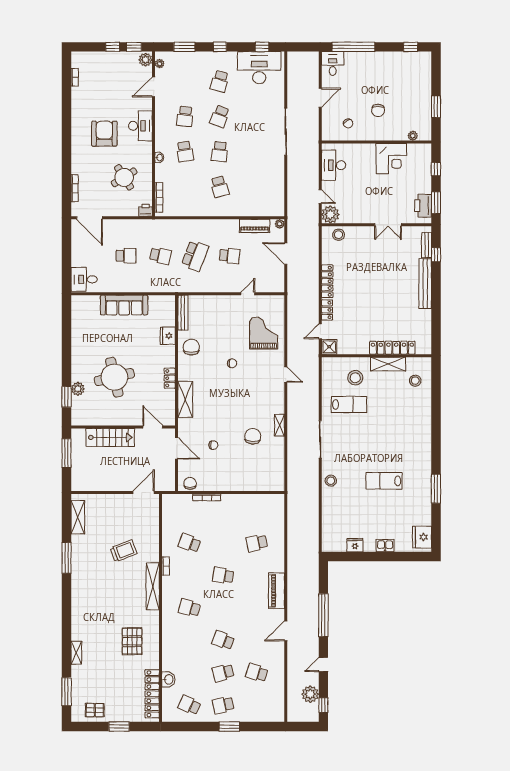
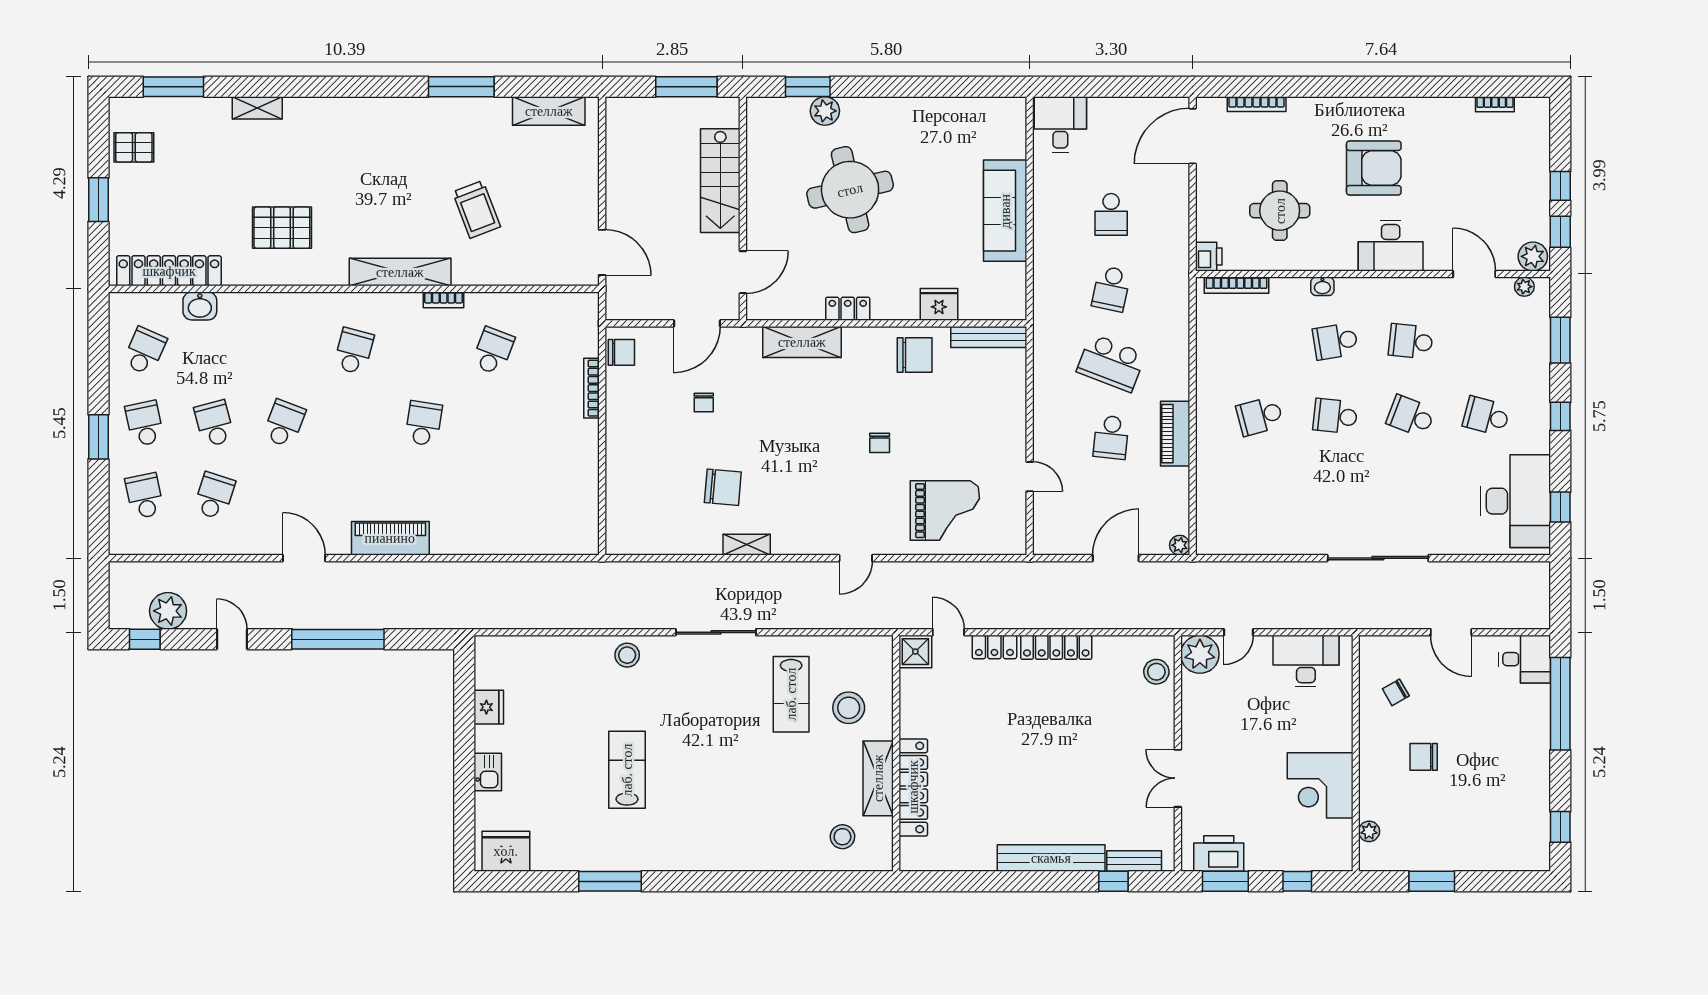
round table: (124, 177) -> (1280, 211), turned 32
piano: (255, 226) -> (1175, 434), moved
school desk: (257, 543) -> (145, 496), moved
pallet: (95, 710) -> (134, 147), turned 90

